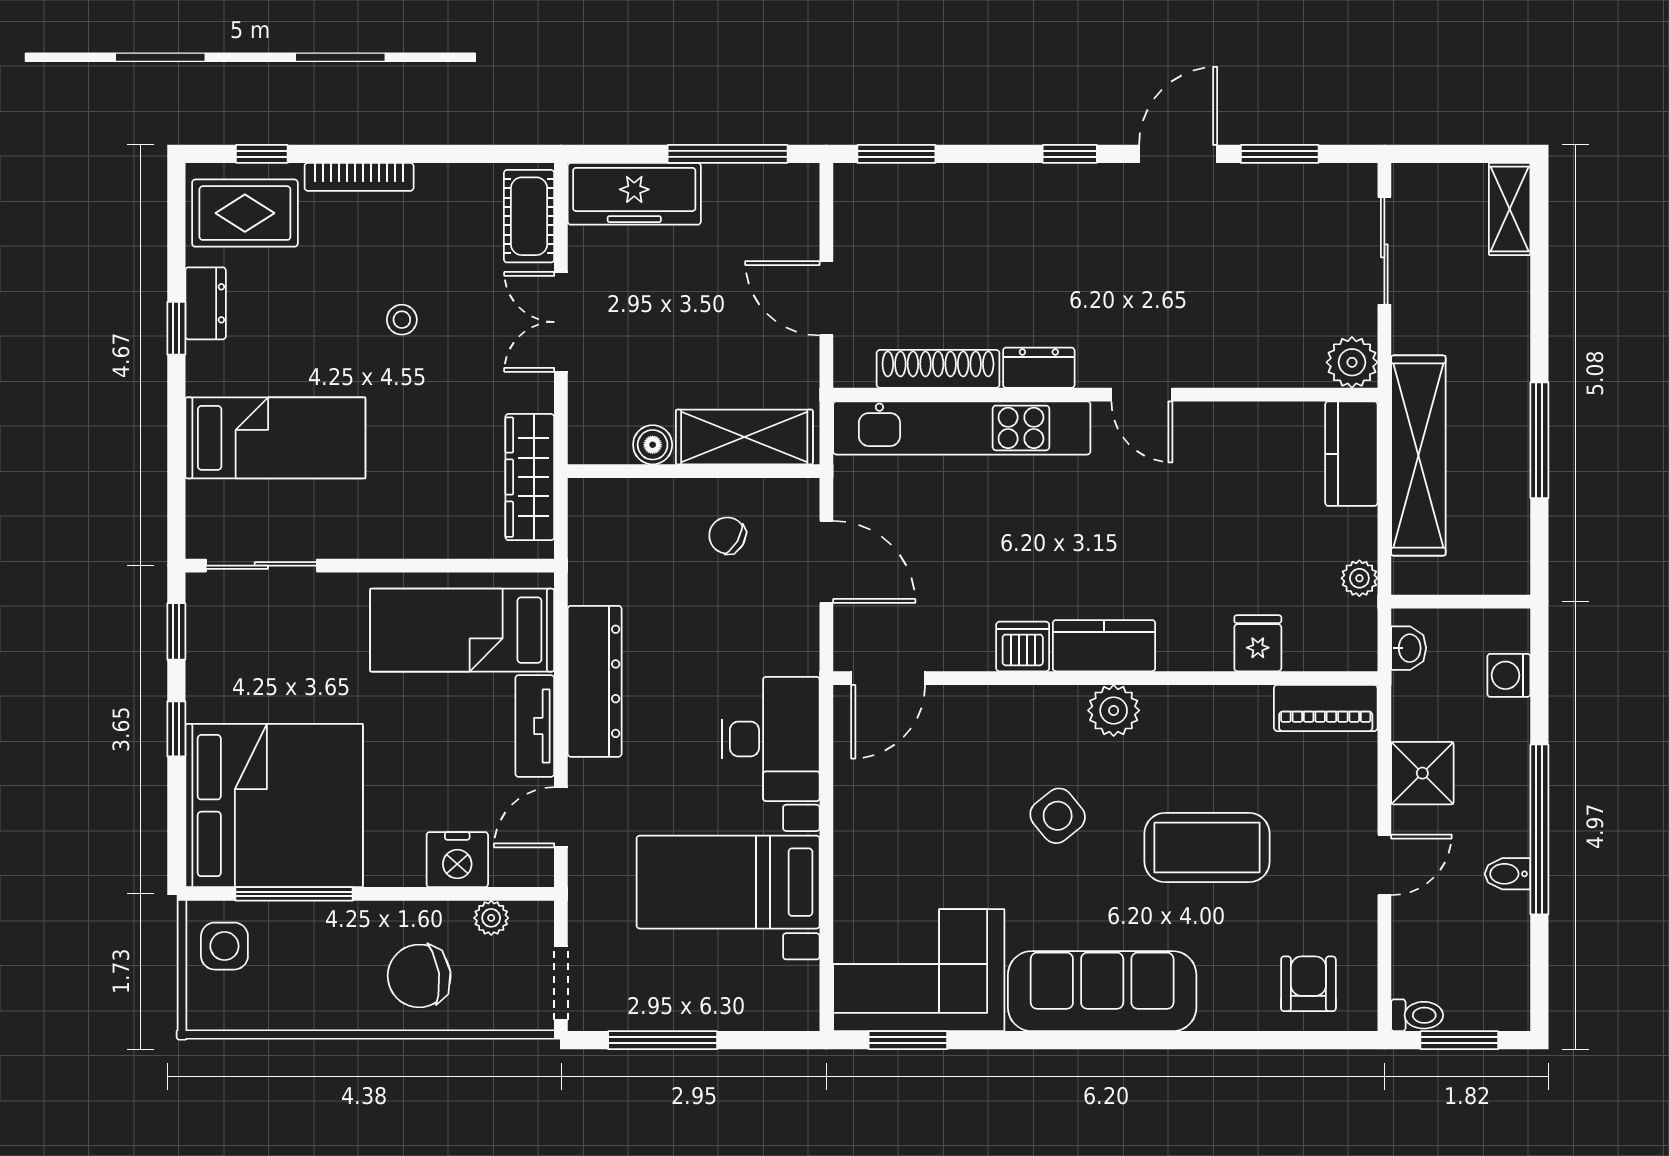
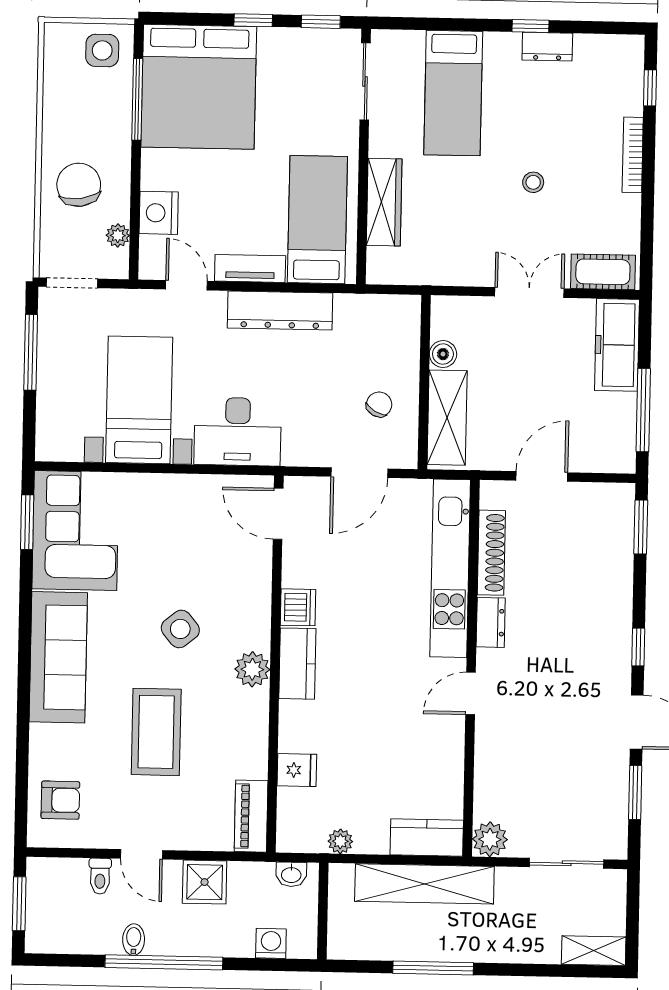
rug: (245, 213) -> (609, 75), removed
wardrobe: (530, 477) -> (384, 202), moved, turned 90
toilet: (1417, 1015) -> (100, 876), moved

